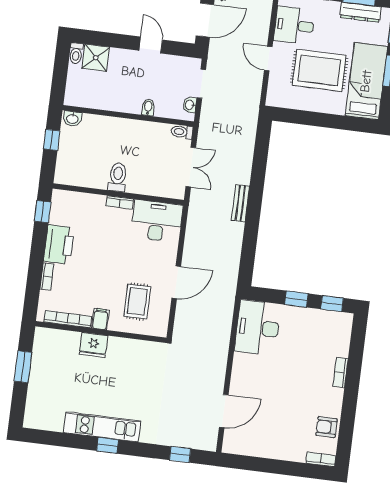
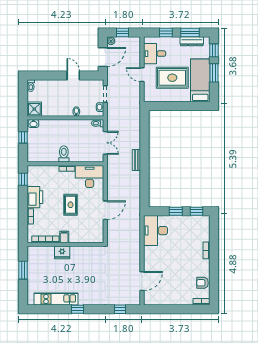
shower: (96, 58) -> (34, 109), moved
rug: (137, 301) -> (71, 205), moved
kitchen unit: (102, 427) -> (56, 299), moved

